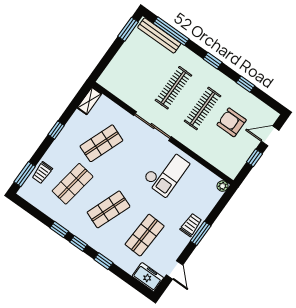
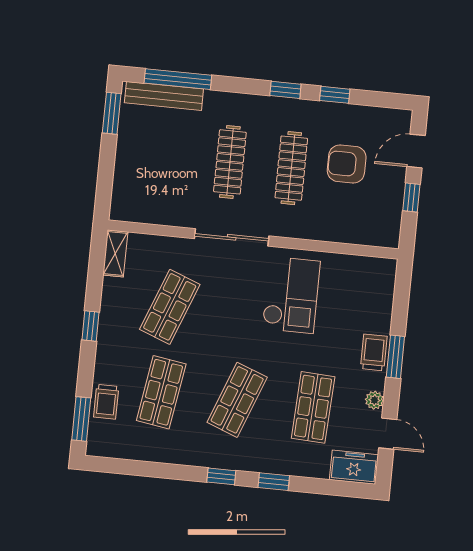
window: (213, 61) -> (285, 90), moved
plant: (223, 186) -> (374, 400), moved
window: (59, 230) -> (181, 472), removed

